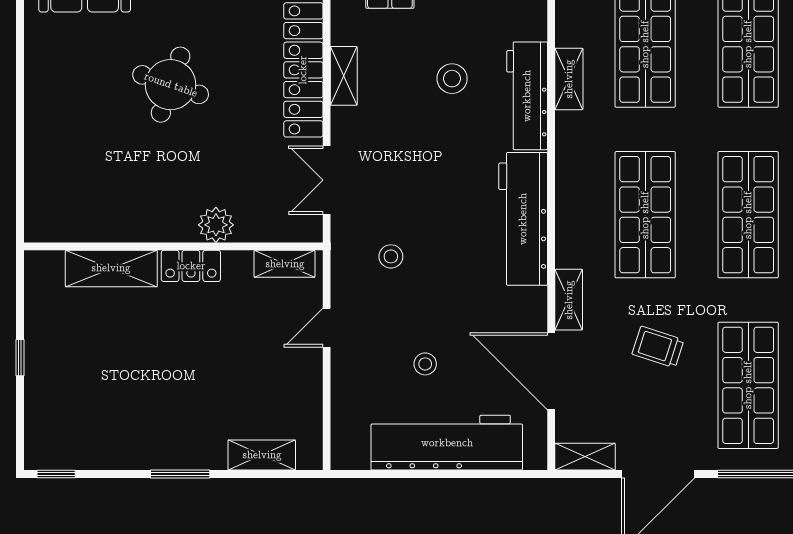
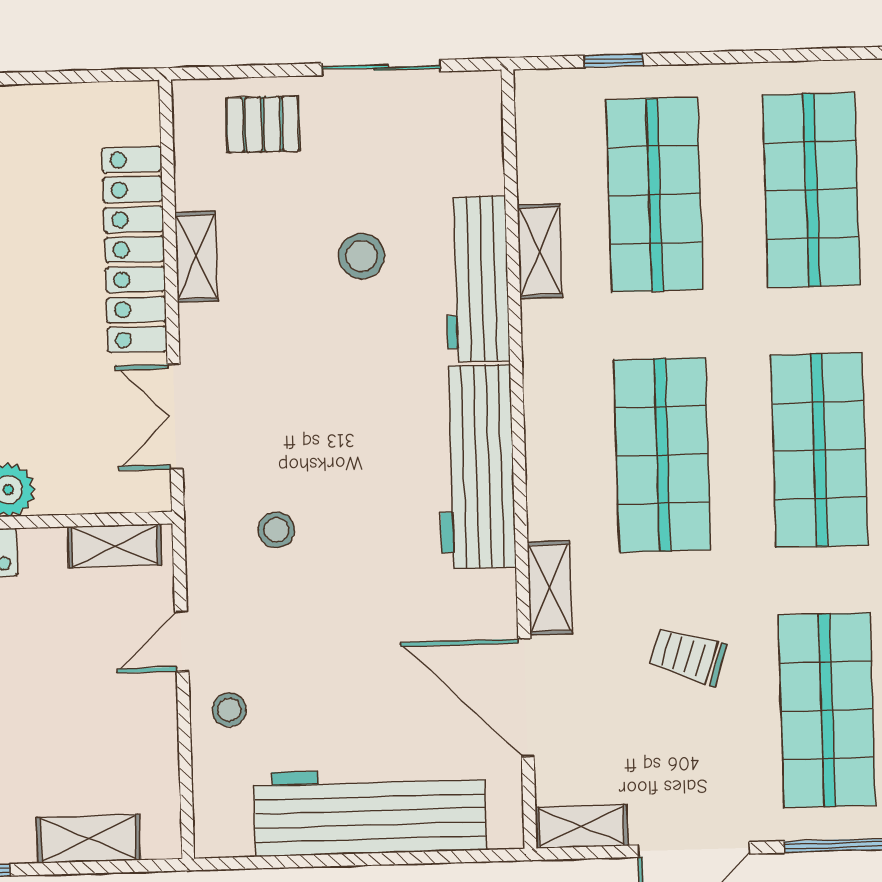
stool: (425, 364) -> (229, 710), moved

